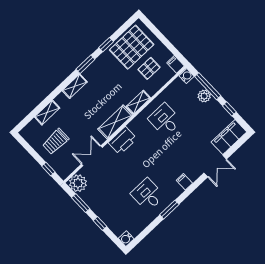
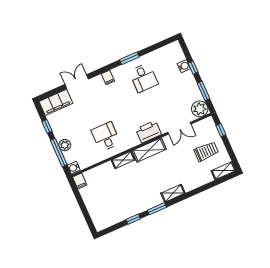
pallet: (132, 47) -> (112, 209), removed
pallet: (149, 68) -> (104, 186), removed
shelving: (47, 112) -> (224, 171), moved
desk: (165, 120) -> (106, 137), turned 180
water cooler: (126, 239) -> (184, 66), moved

